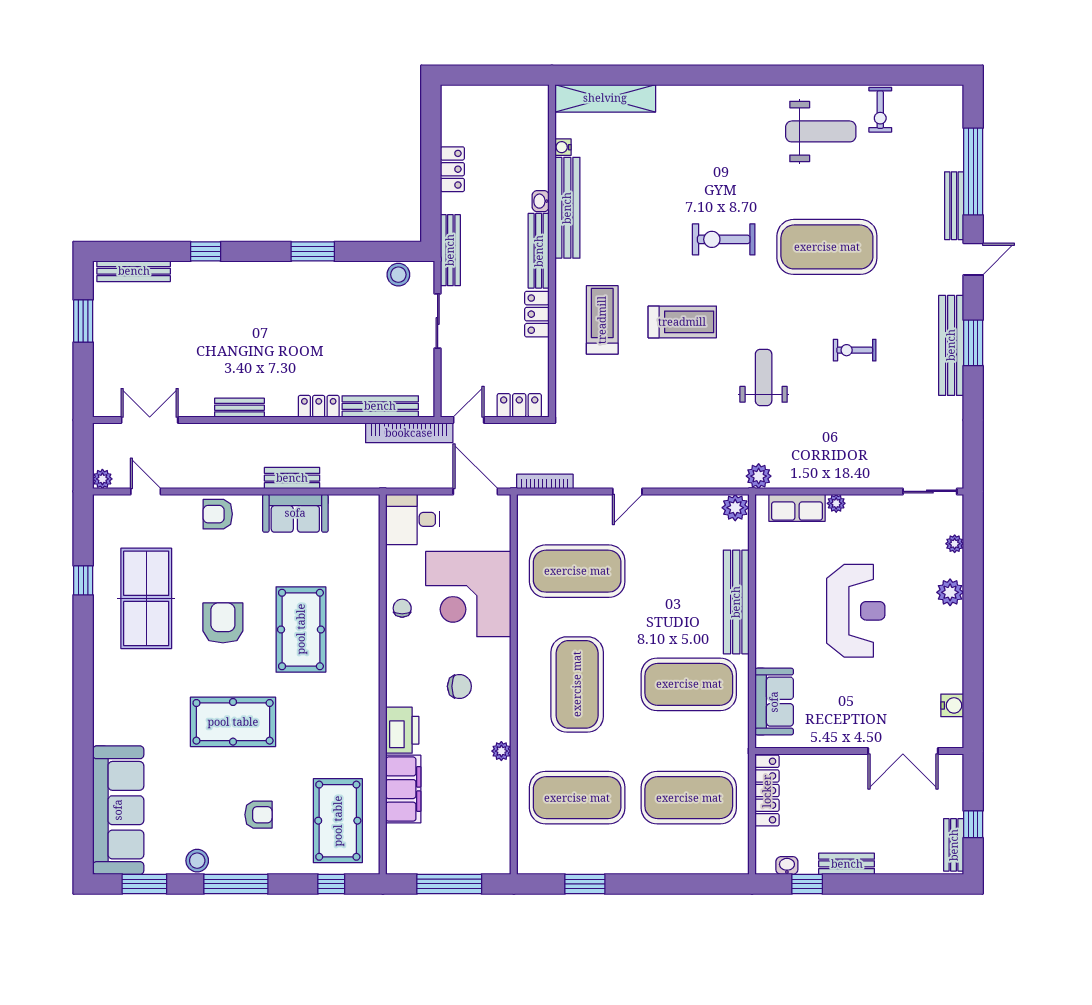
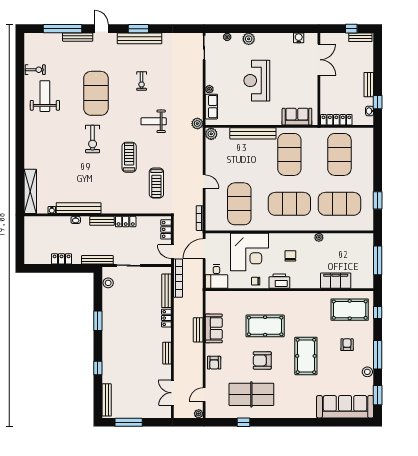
bench: (539, 251) -> (102, 221), width x0.73
treadmill: (602, 320) -> (156, 183), moved, turned -90
window: (83, 321) -> (129, 422), width x1.44
reception desk: (856, 611) -> (257, 81), turned -90
printer: (402, 730) -> (279, 281), moved
exercise mat: (577, 798) -> (339, 204), turned 90

